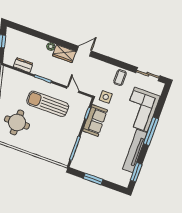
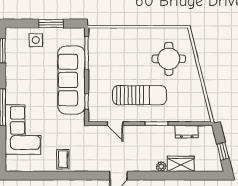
wardrobe: (64, 54) -> (181, 164), moved
sliding door: (148, 74) -> (30, 176), removed
side table: (106, 97) -> (36, 40), moved
sofa: (95, 120) -> (71, 80), width x1.85, depth x1.27
tv unit: (135, 151) -> (12, 76), removed

